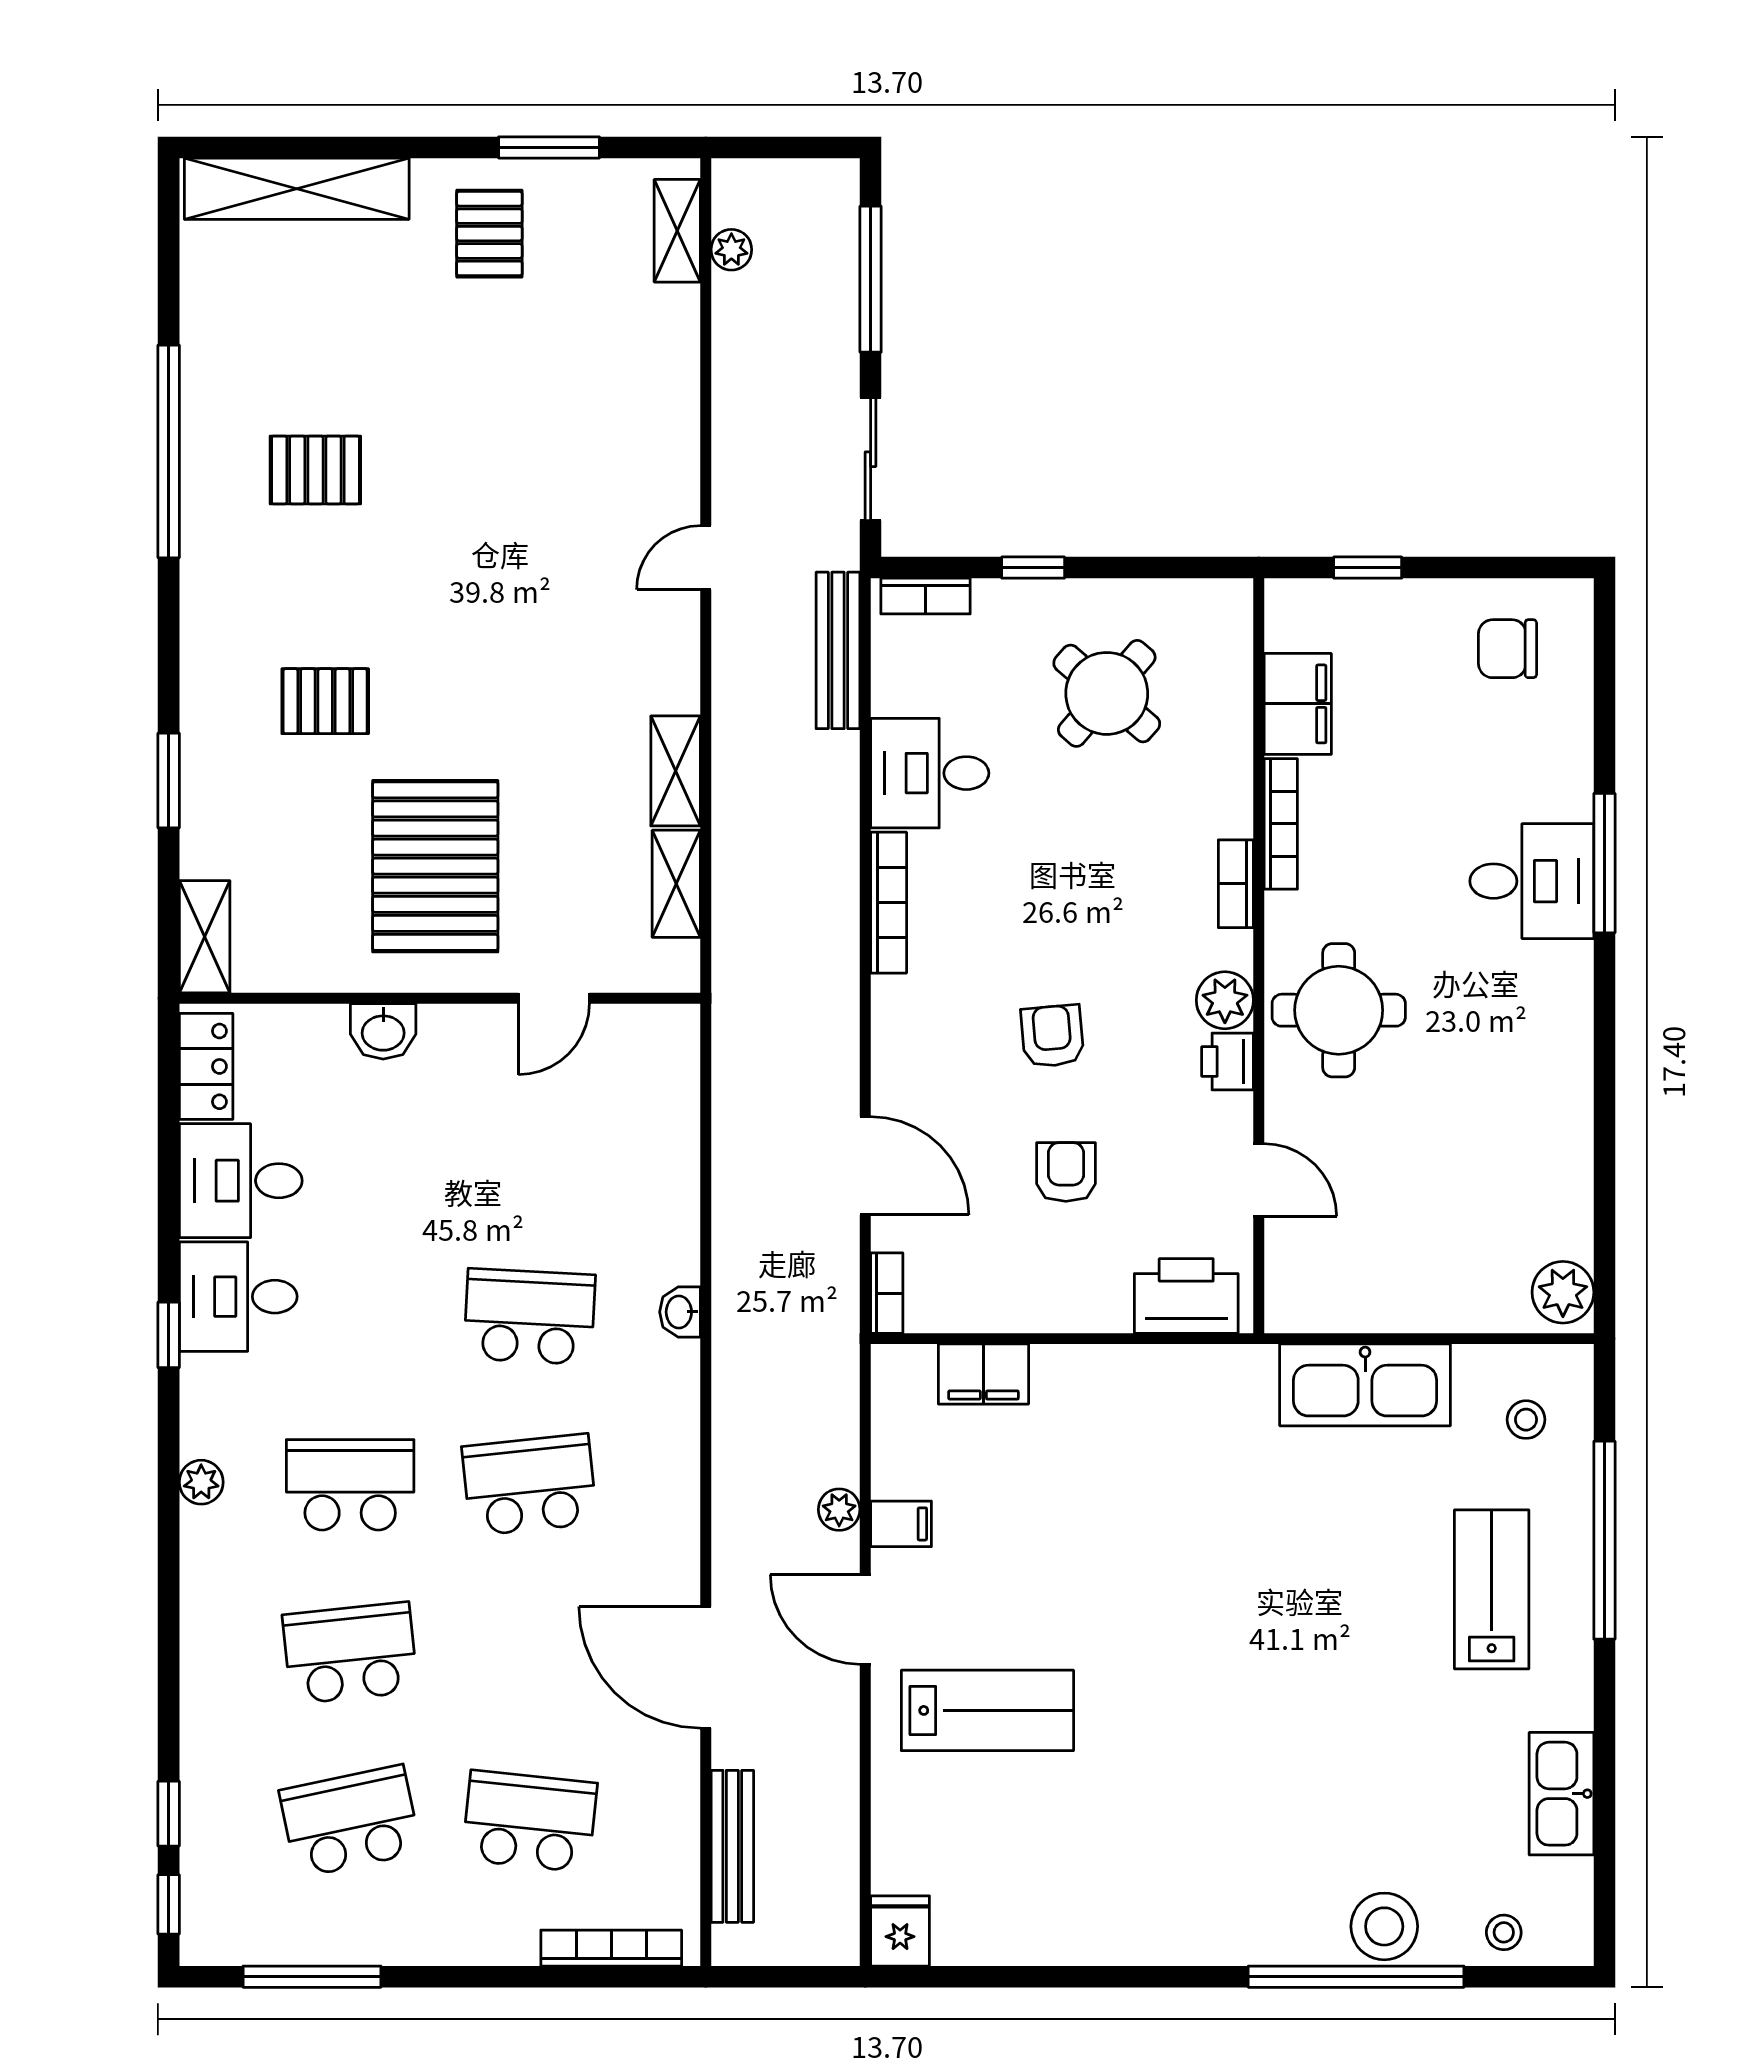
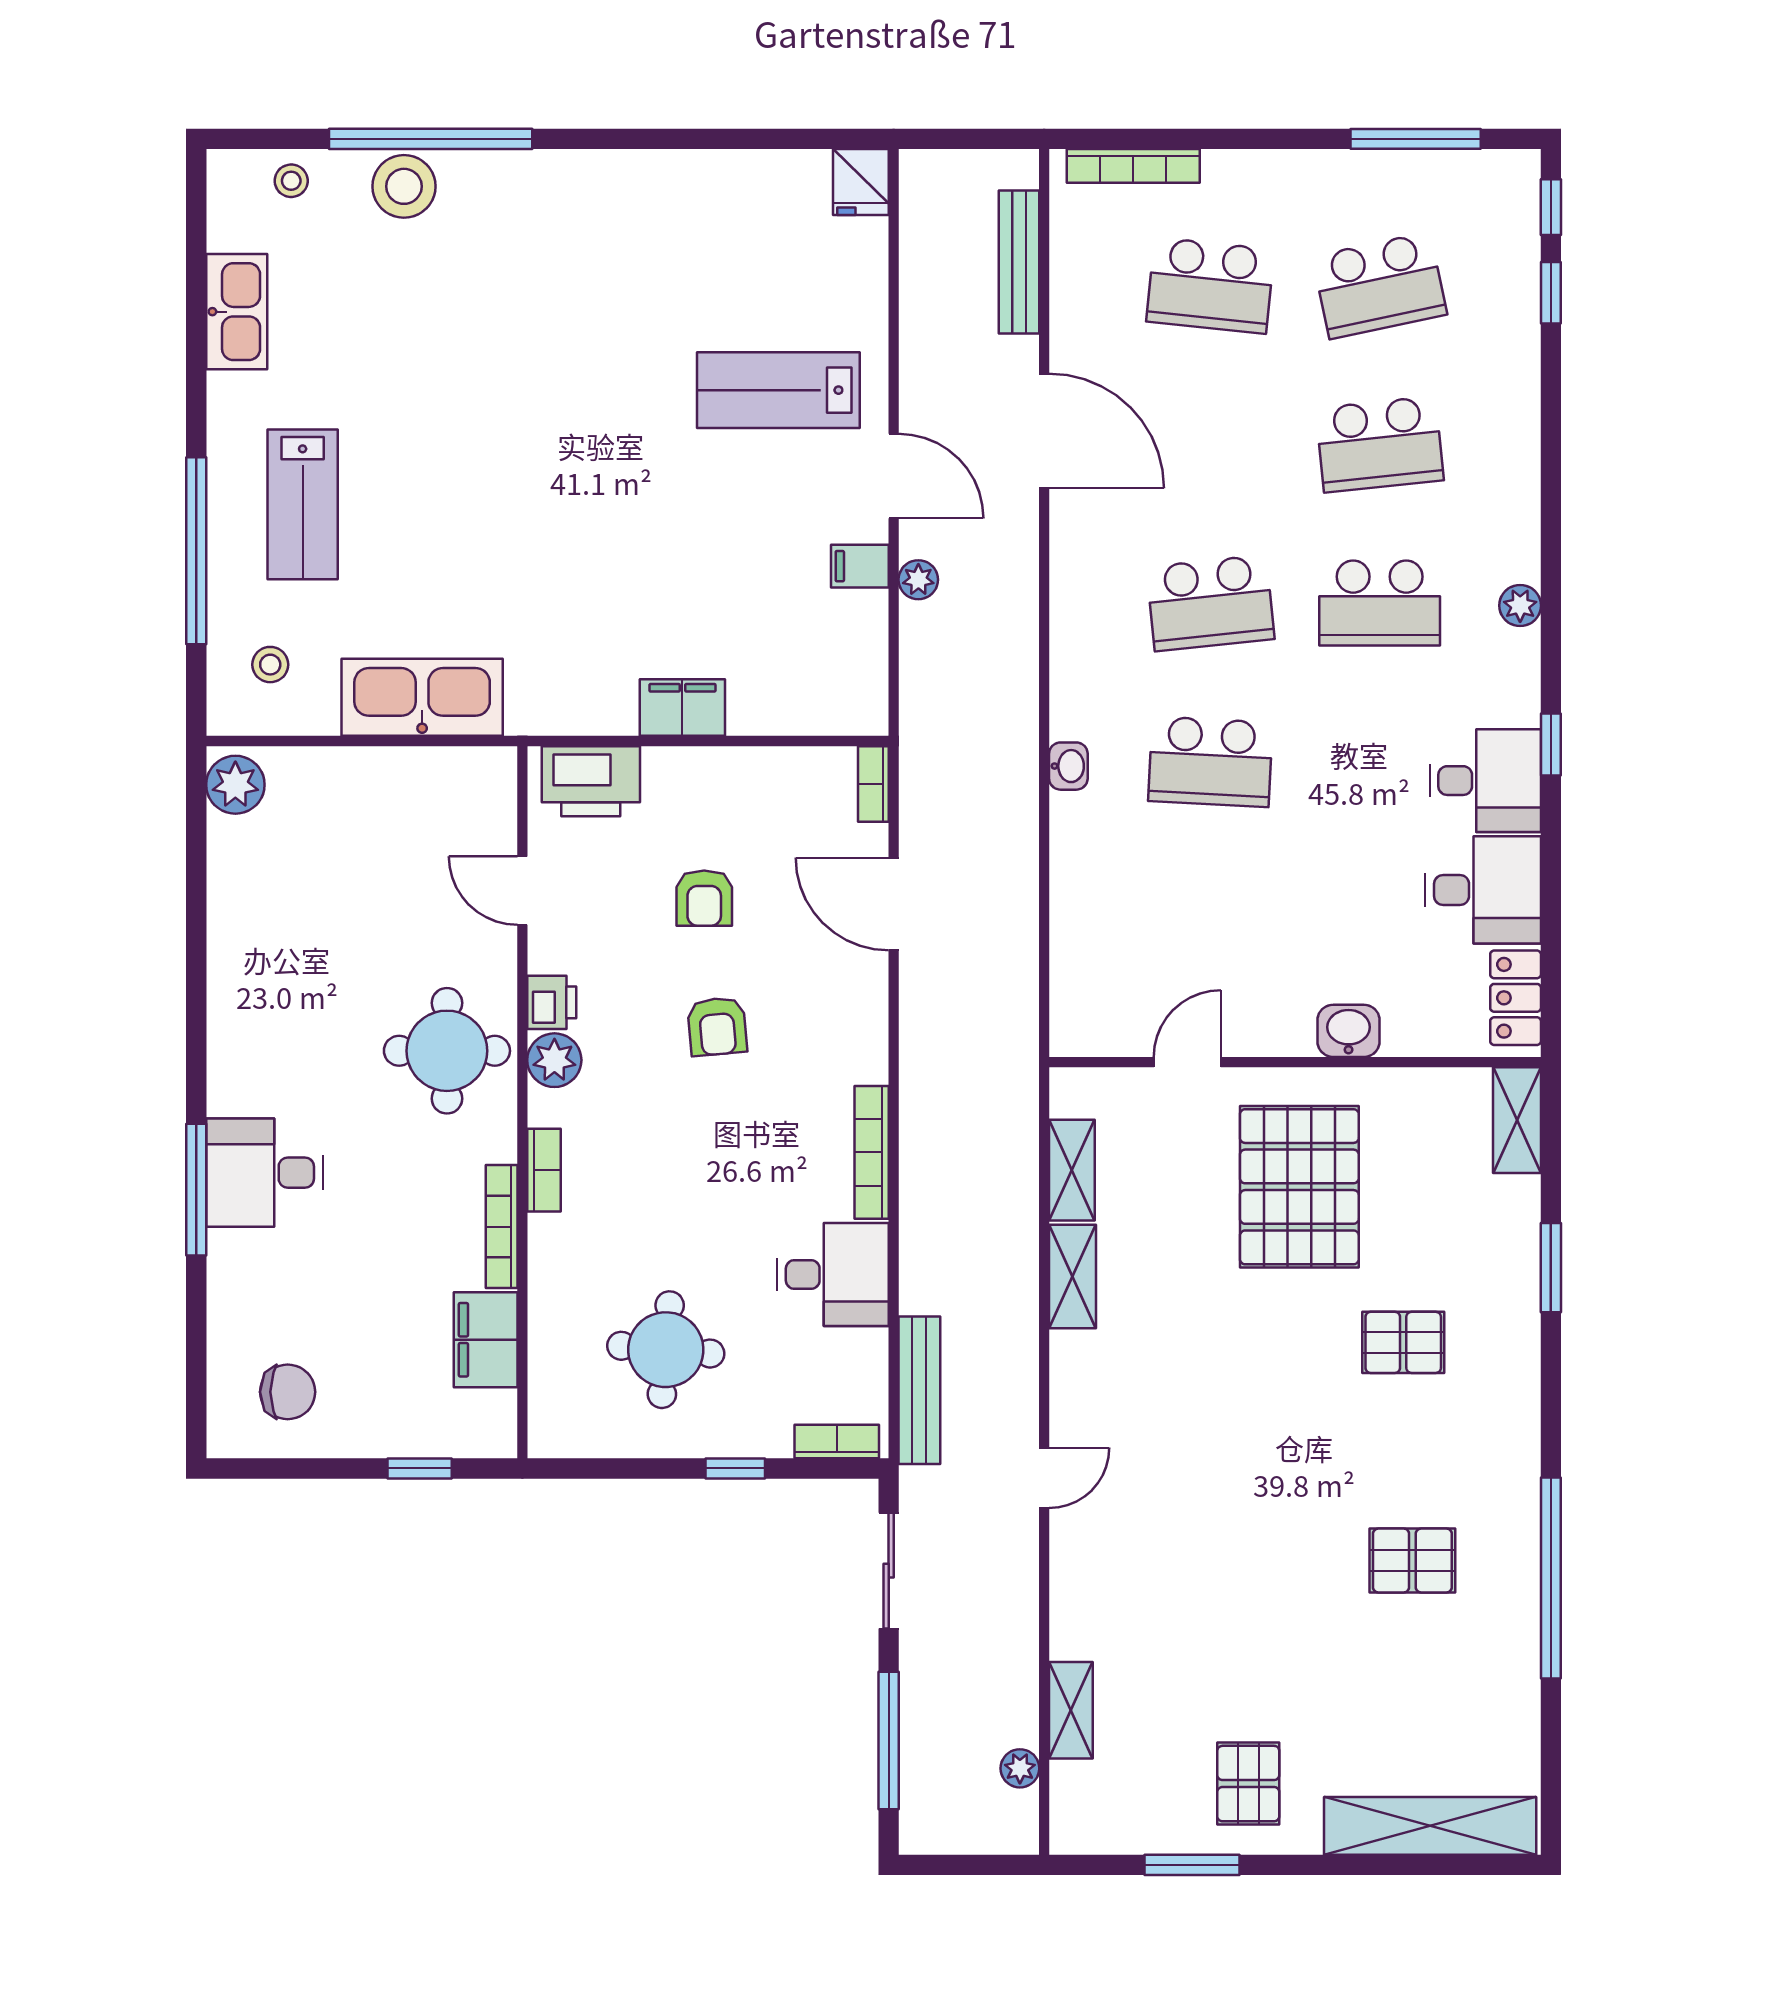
shelving: (677, 231) -> (1071, 1710), moved
round table: (1107, 693) -> (666, 1350), turned -36
filing cabinet: (983, 1374) -> (682, 708), moved

